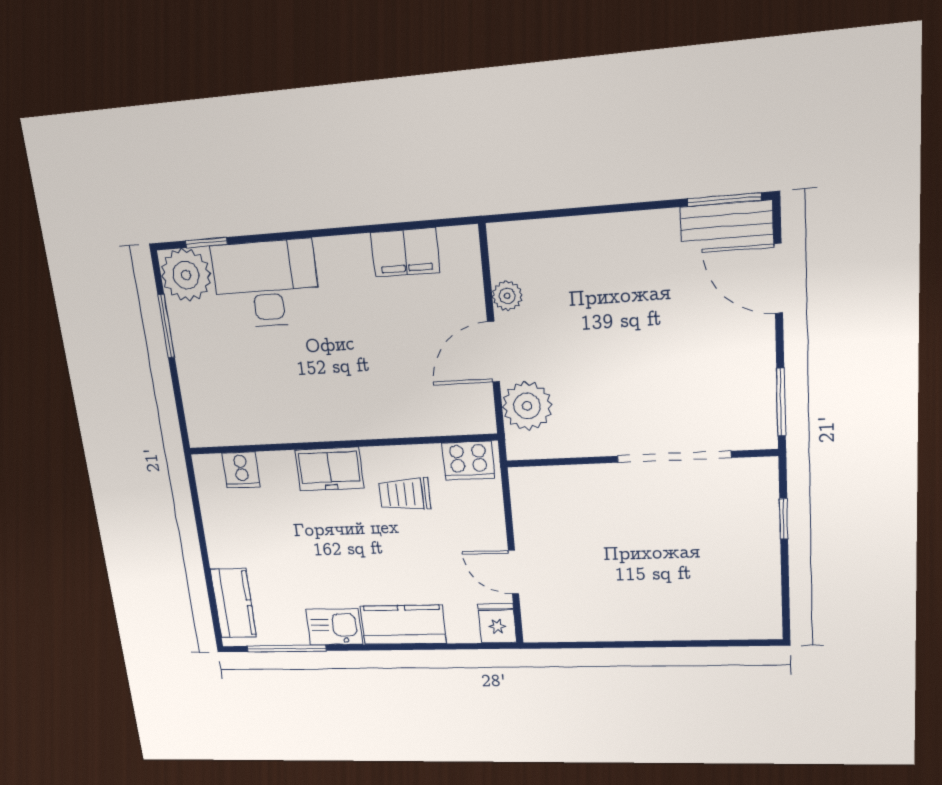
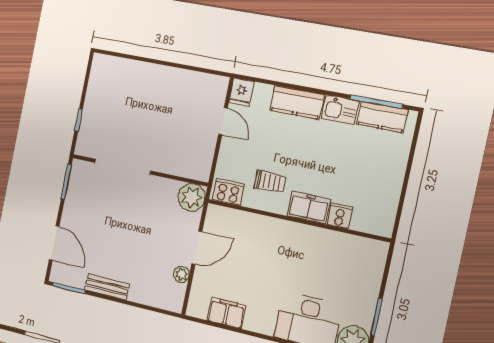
bench: (726, 221) -> (107, 287), moved
plant: (527, 406) -> (192, 197), moved
cooker: (241, 470) -> (340, 216), moved
kitchen counter: (233, 603) -> (382, 117), moved, turned -90

